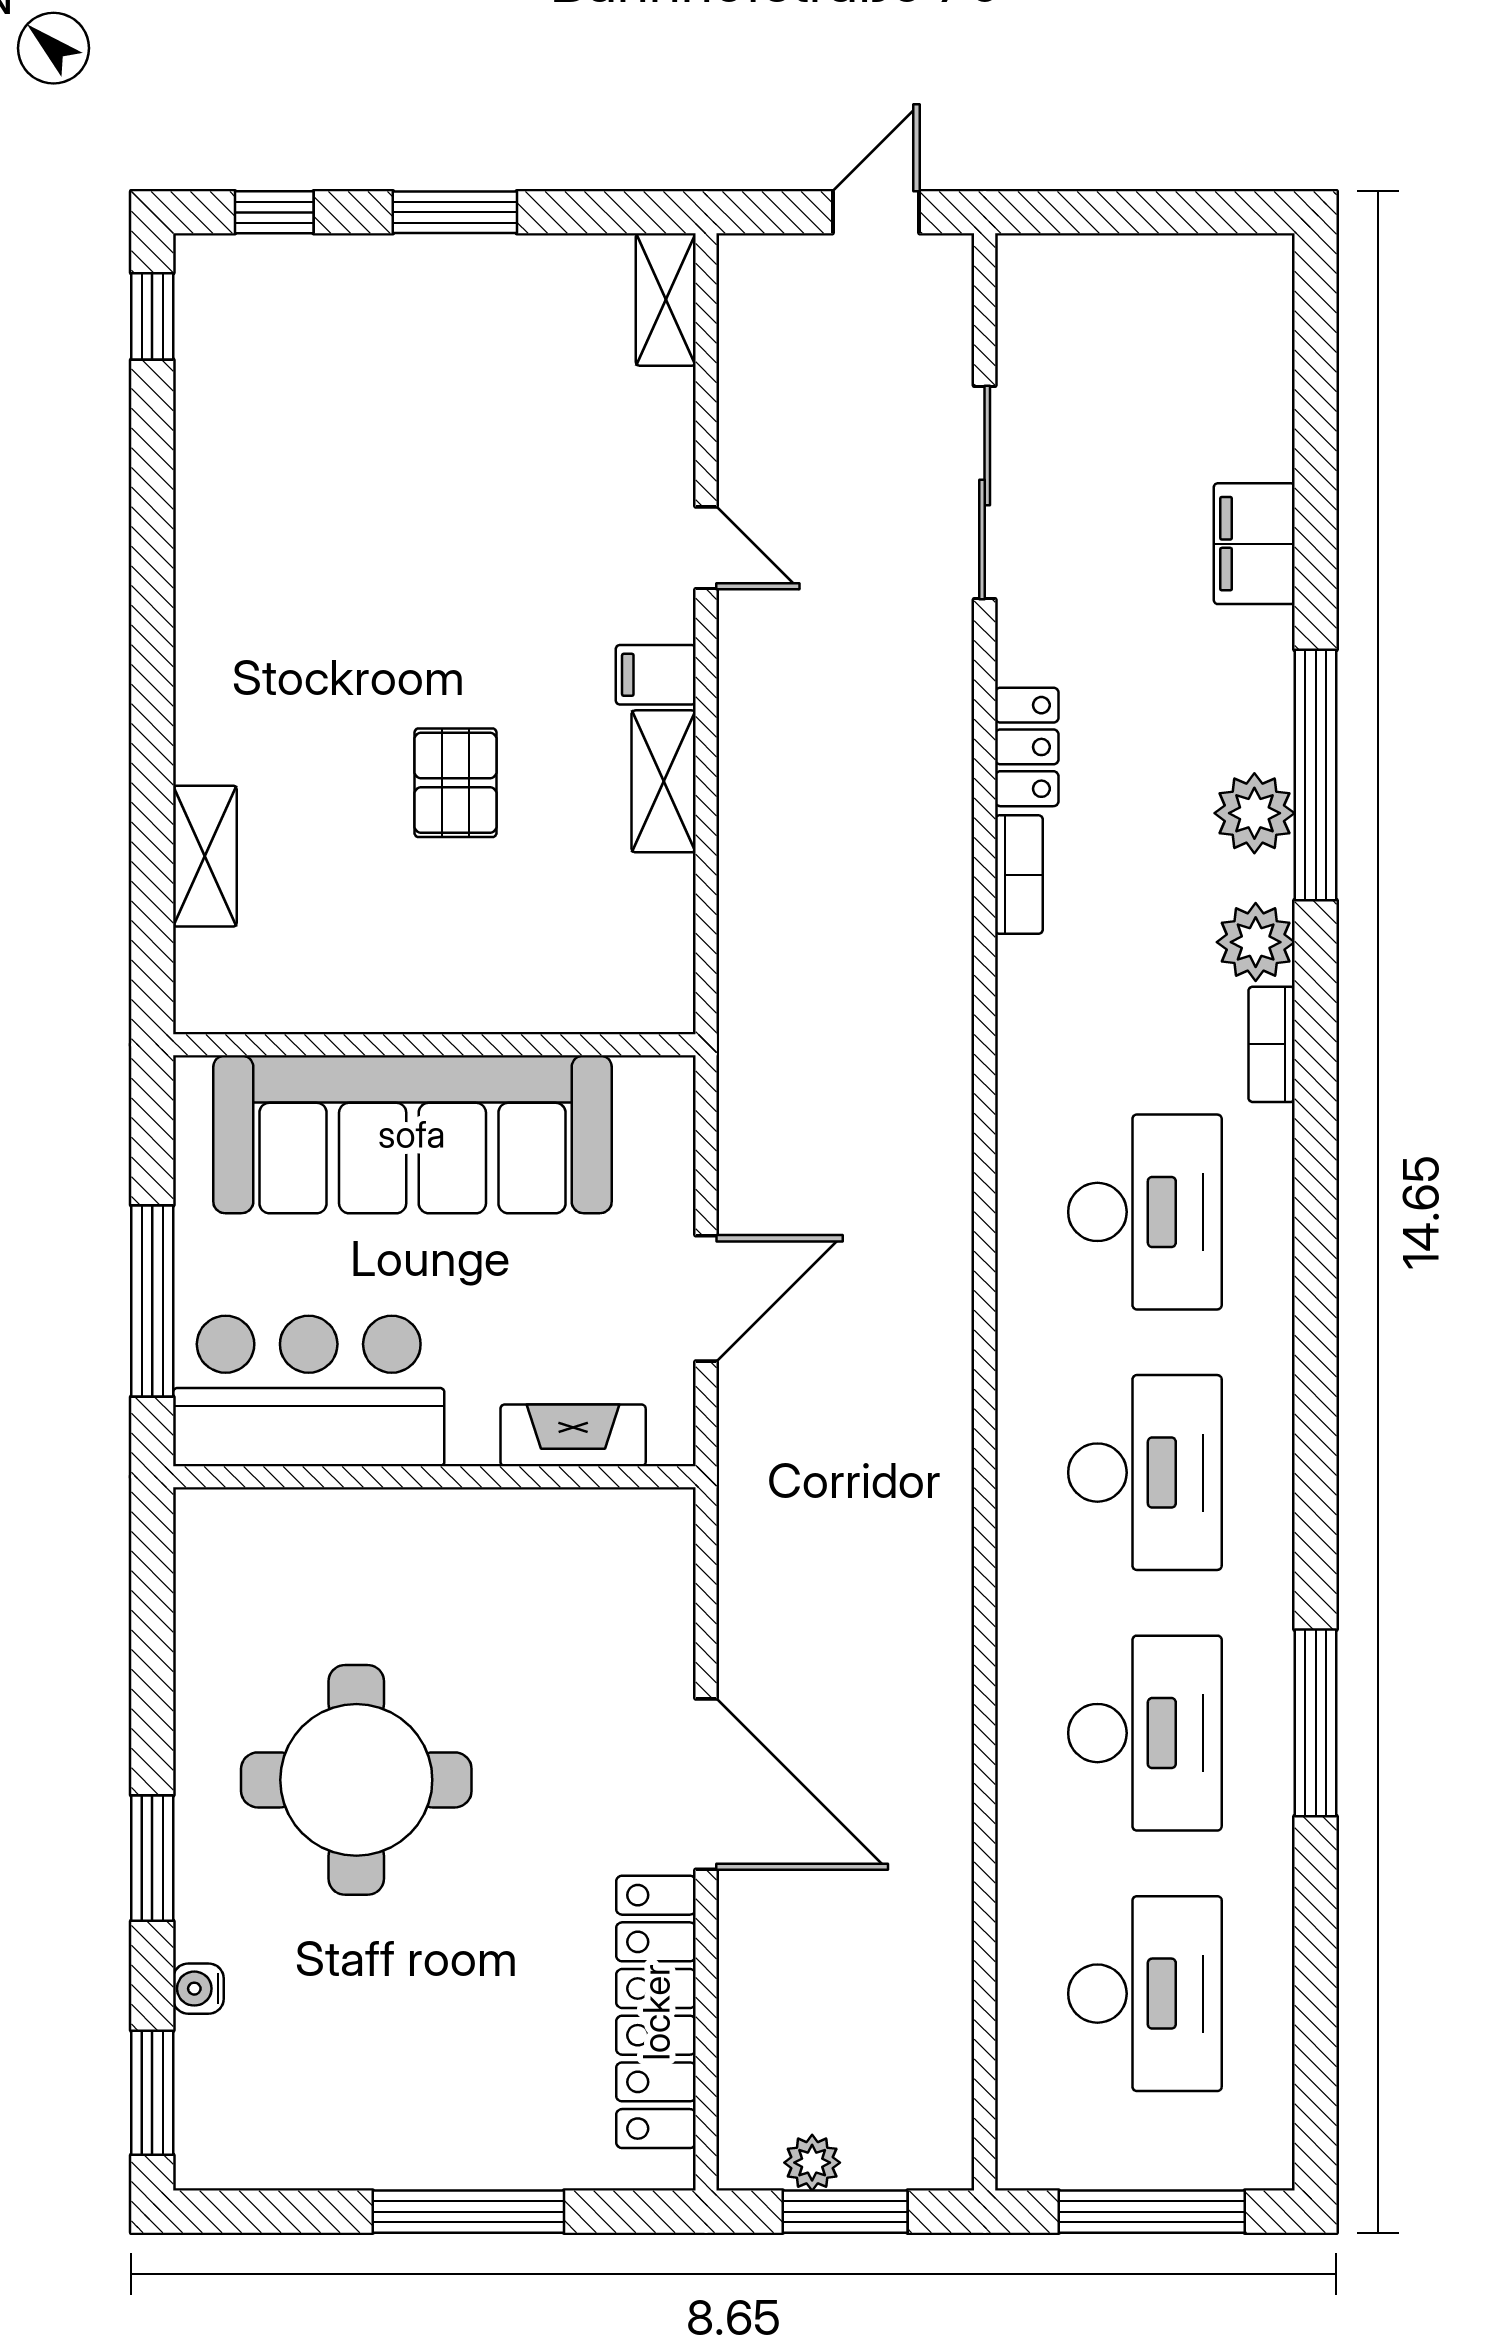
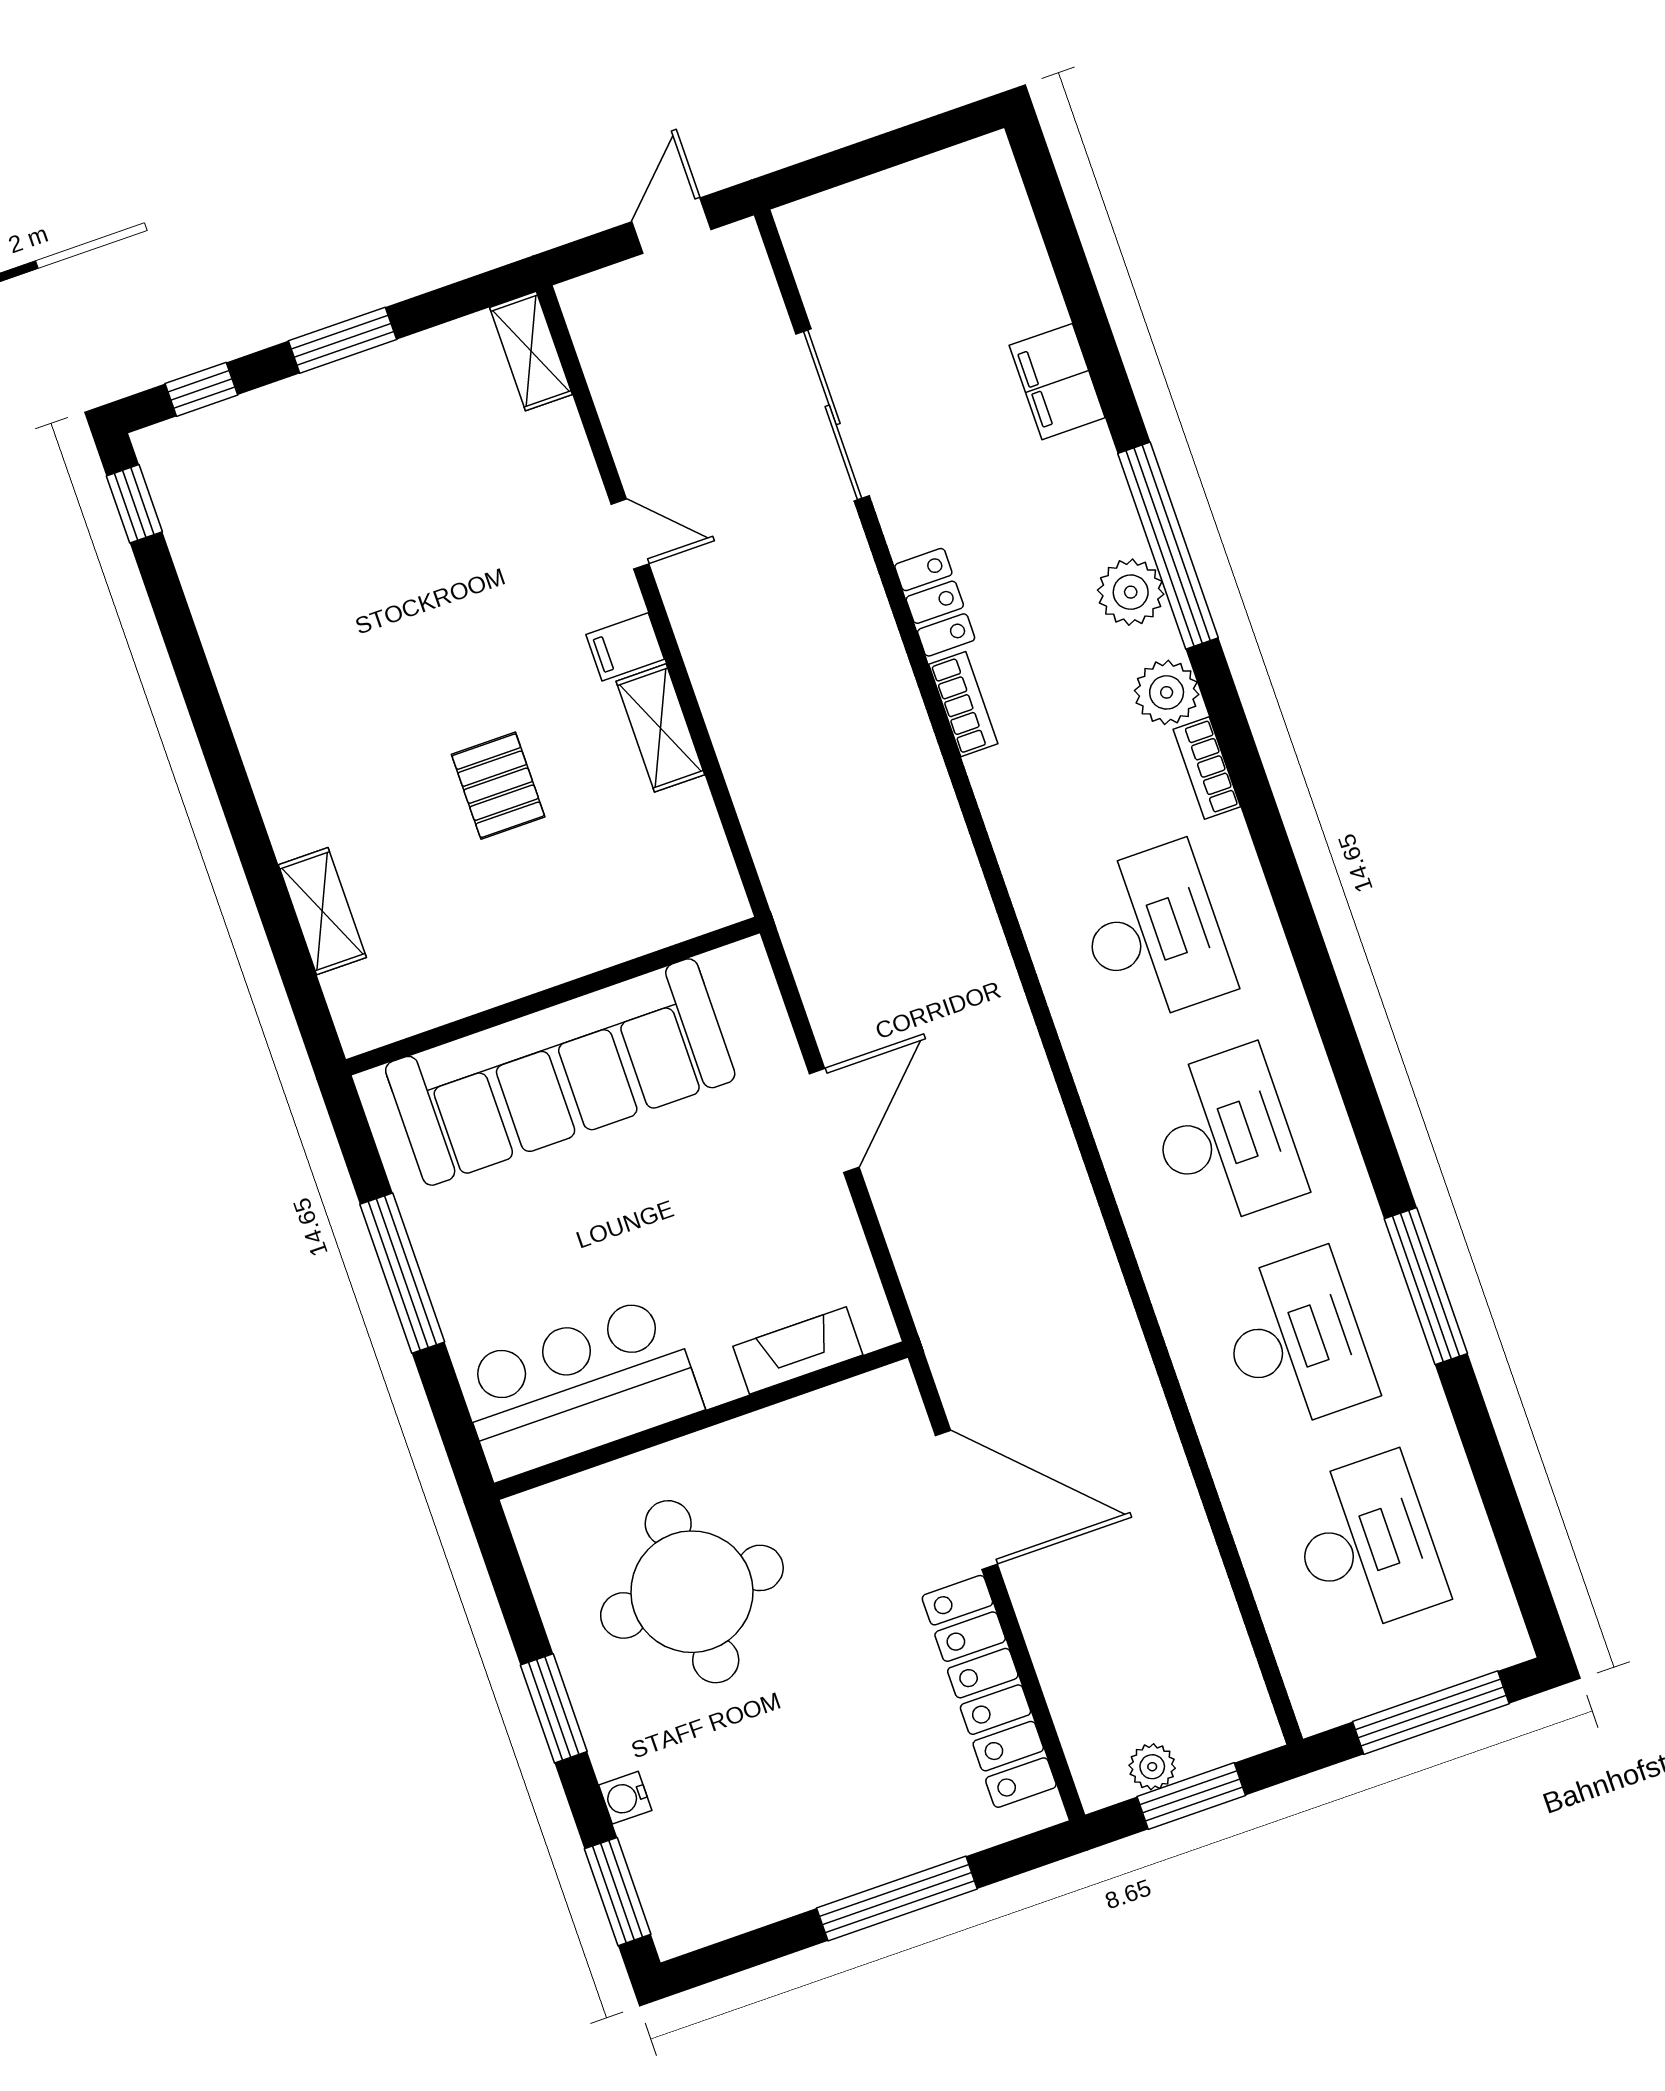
bar counter: (309, 1391) -> (579, 1388), moved
fireplace: (573, 1435) -> (798, 1351), moved
wall: (434, 1477) -> (701, 1421), moved

